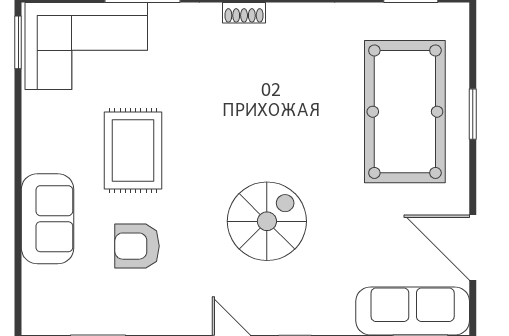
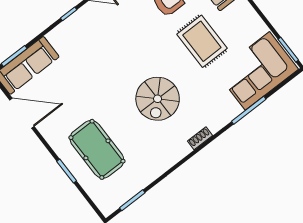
pool table: (405, 112) -> (97, 149), width x0.73, depth x0.76
spiral stairs: (267, 221) -> (158, 99), moved

